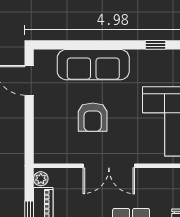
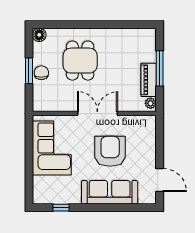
armchair: (93, 117) -> (110, 151), width x1.36, depth x1.36

